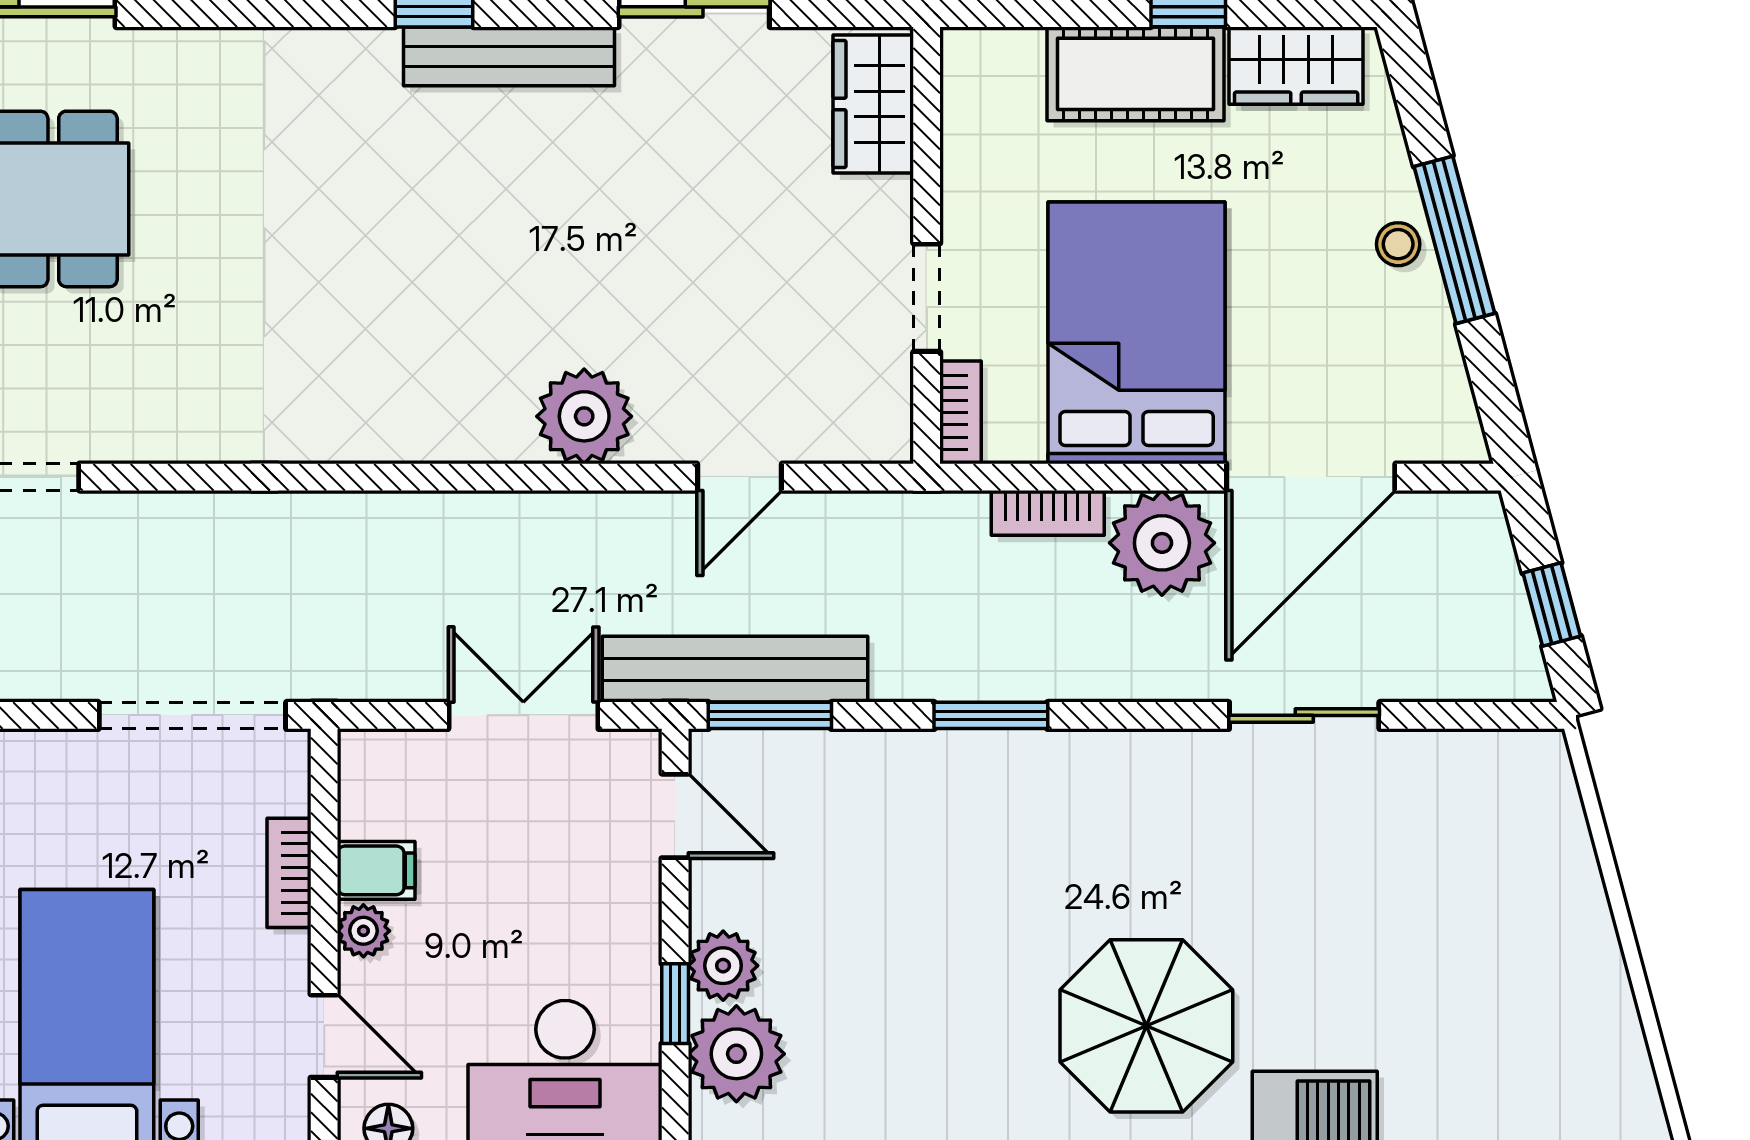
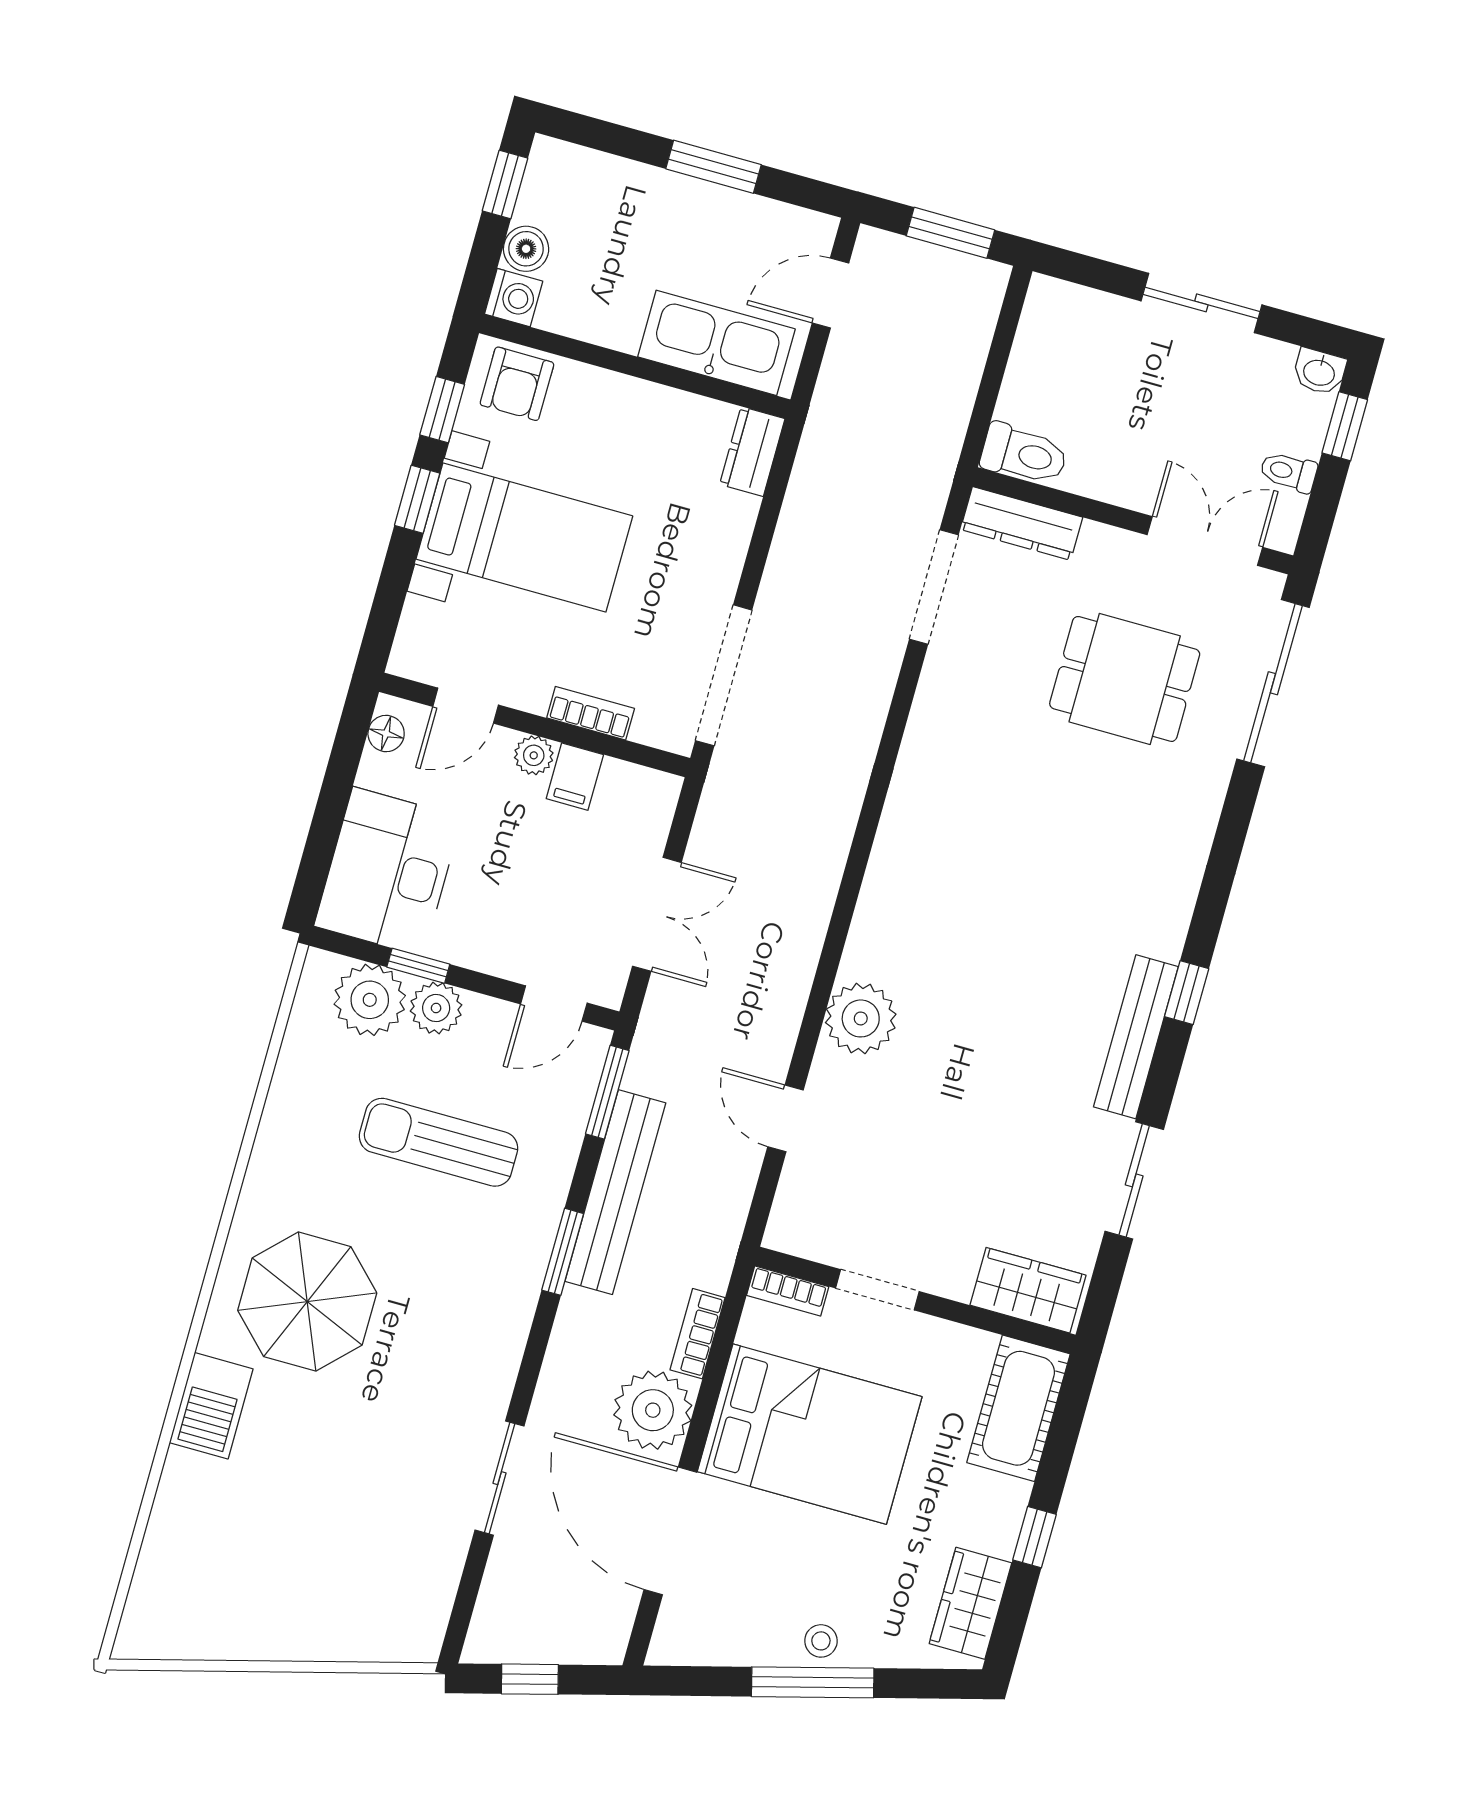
cot: (1136, 74) -> (1018, 1408), moved
bench: (735, 669) -> (615, 1192), moved
sun lounger: (895, 914) -> (438, 1142), added

